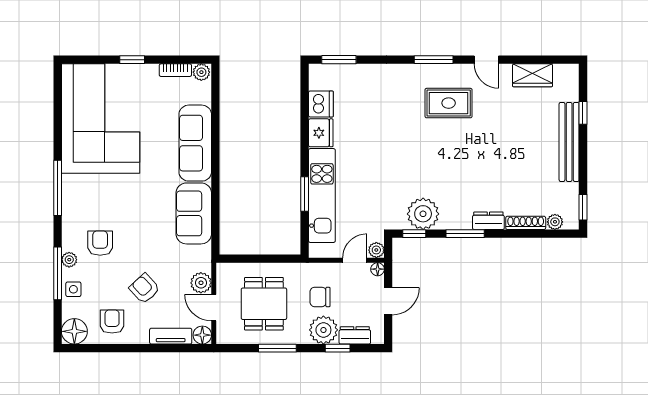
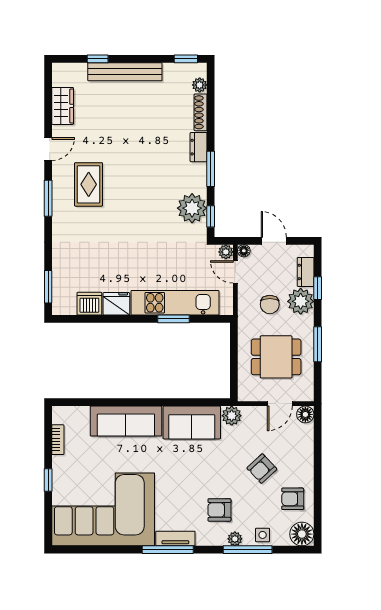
plant: (201, 72) -> (60, 415), removed
plant: (201, 283) -> (232, 416), moved
tv unit: (171, 336) -> (175, 538), moved, turned 90

